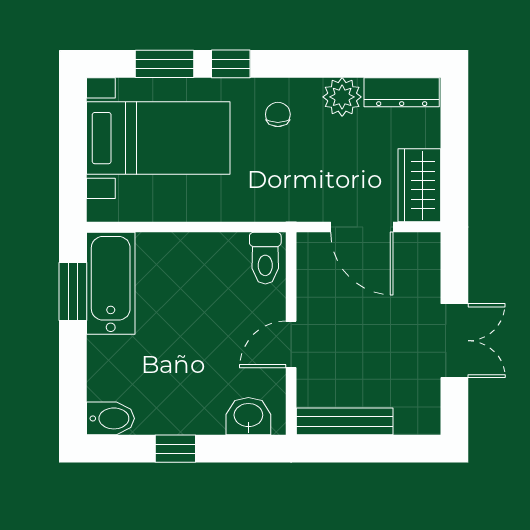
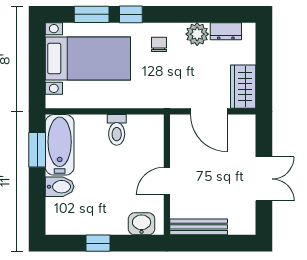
dresser: (402, 92) -> (226, 31), width x0.70
toilet: (265, 258) -> (117, 130), moved
bidet: (111, 418) -> (60, 187), moved

